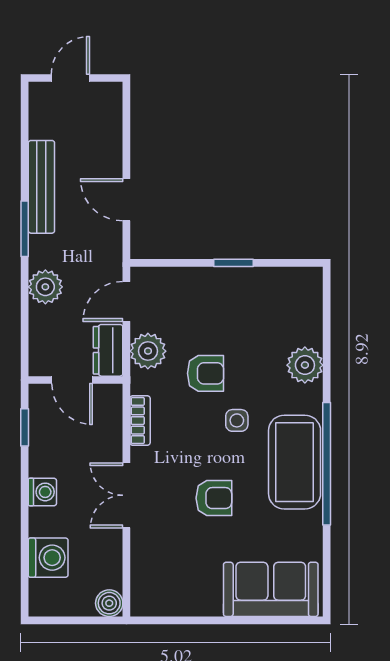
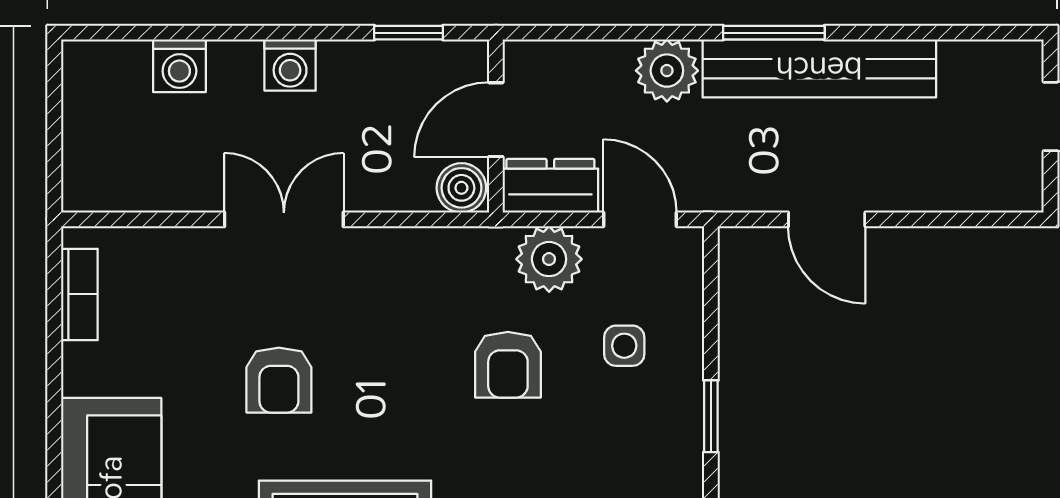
bench: (41, 187) -> (819, 68), width x1.37, depth x1.21
door: (126, 200) -> (827, 219), swing flipped
side table: (237, 420) -> (624, 346), moved
bookcase: (140, 421) -> (79, 294), moved, turned -90
washing machine: (48, 558) -> (179, 66), width x0.73, depth x0.73
boiler: (109, 603) -> (461, 188), moved

